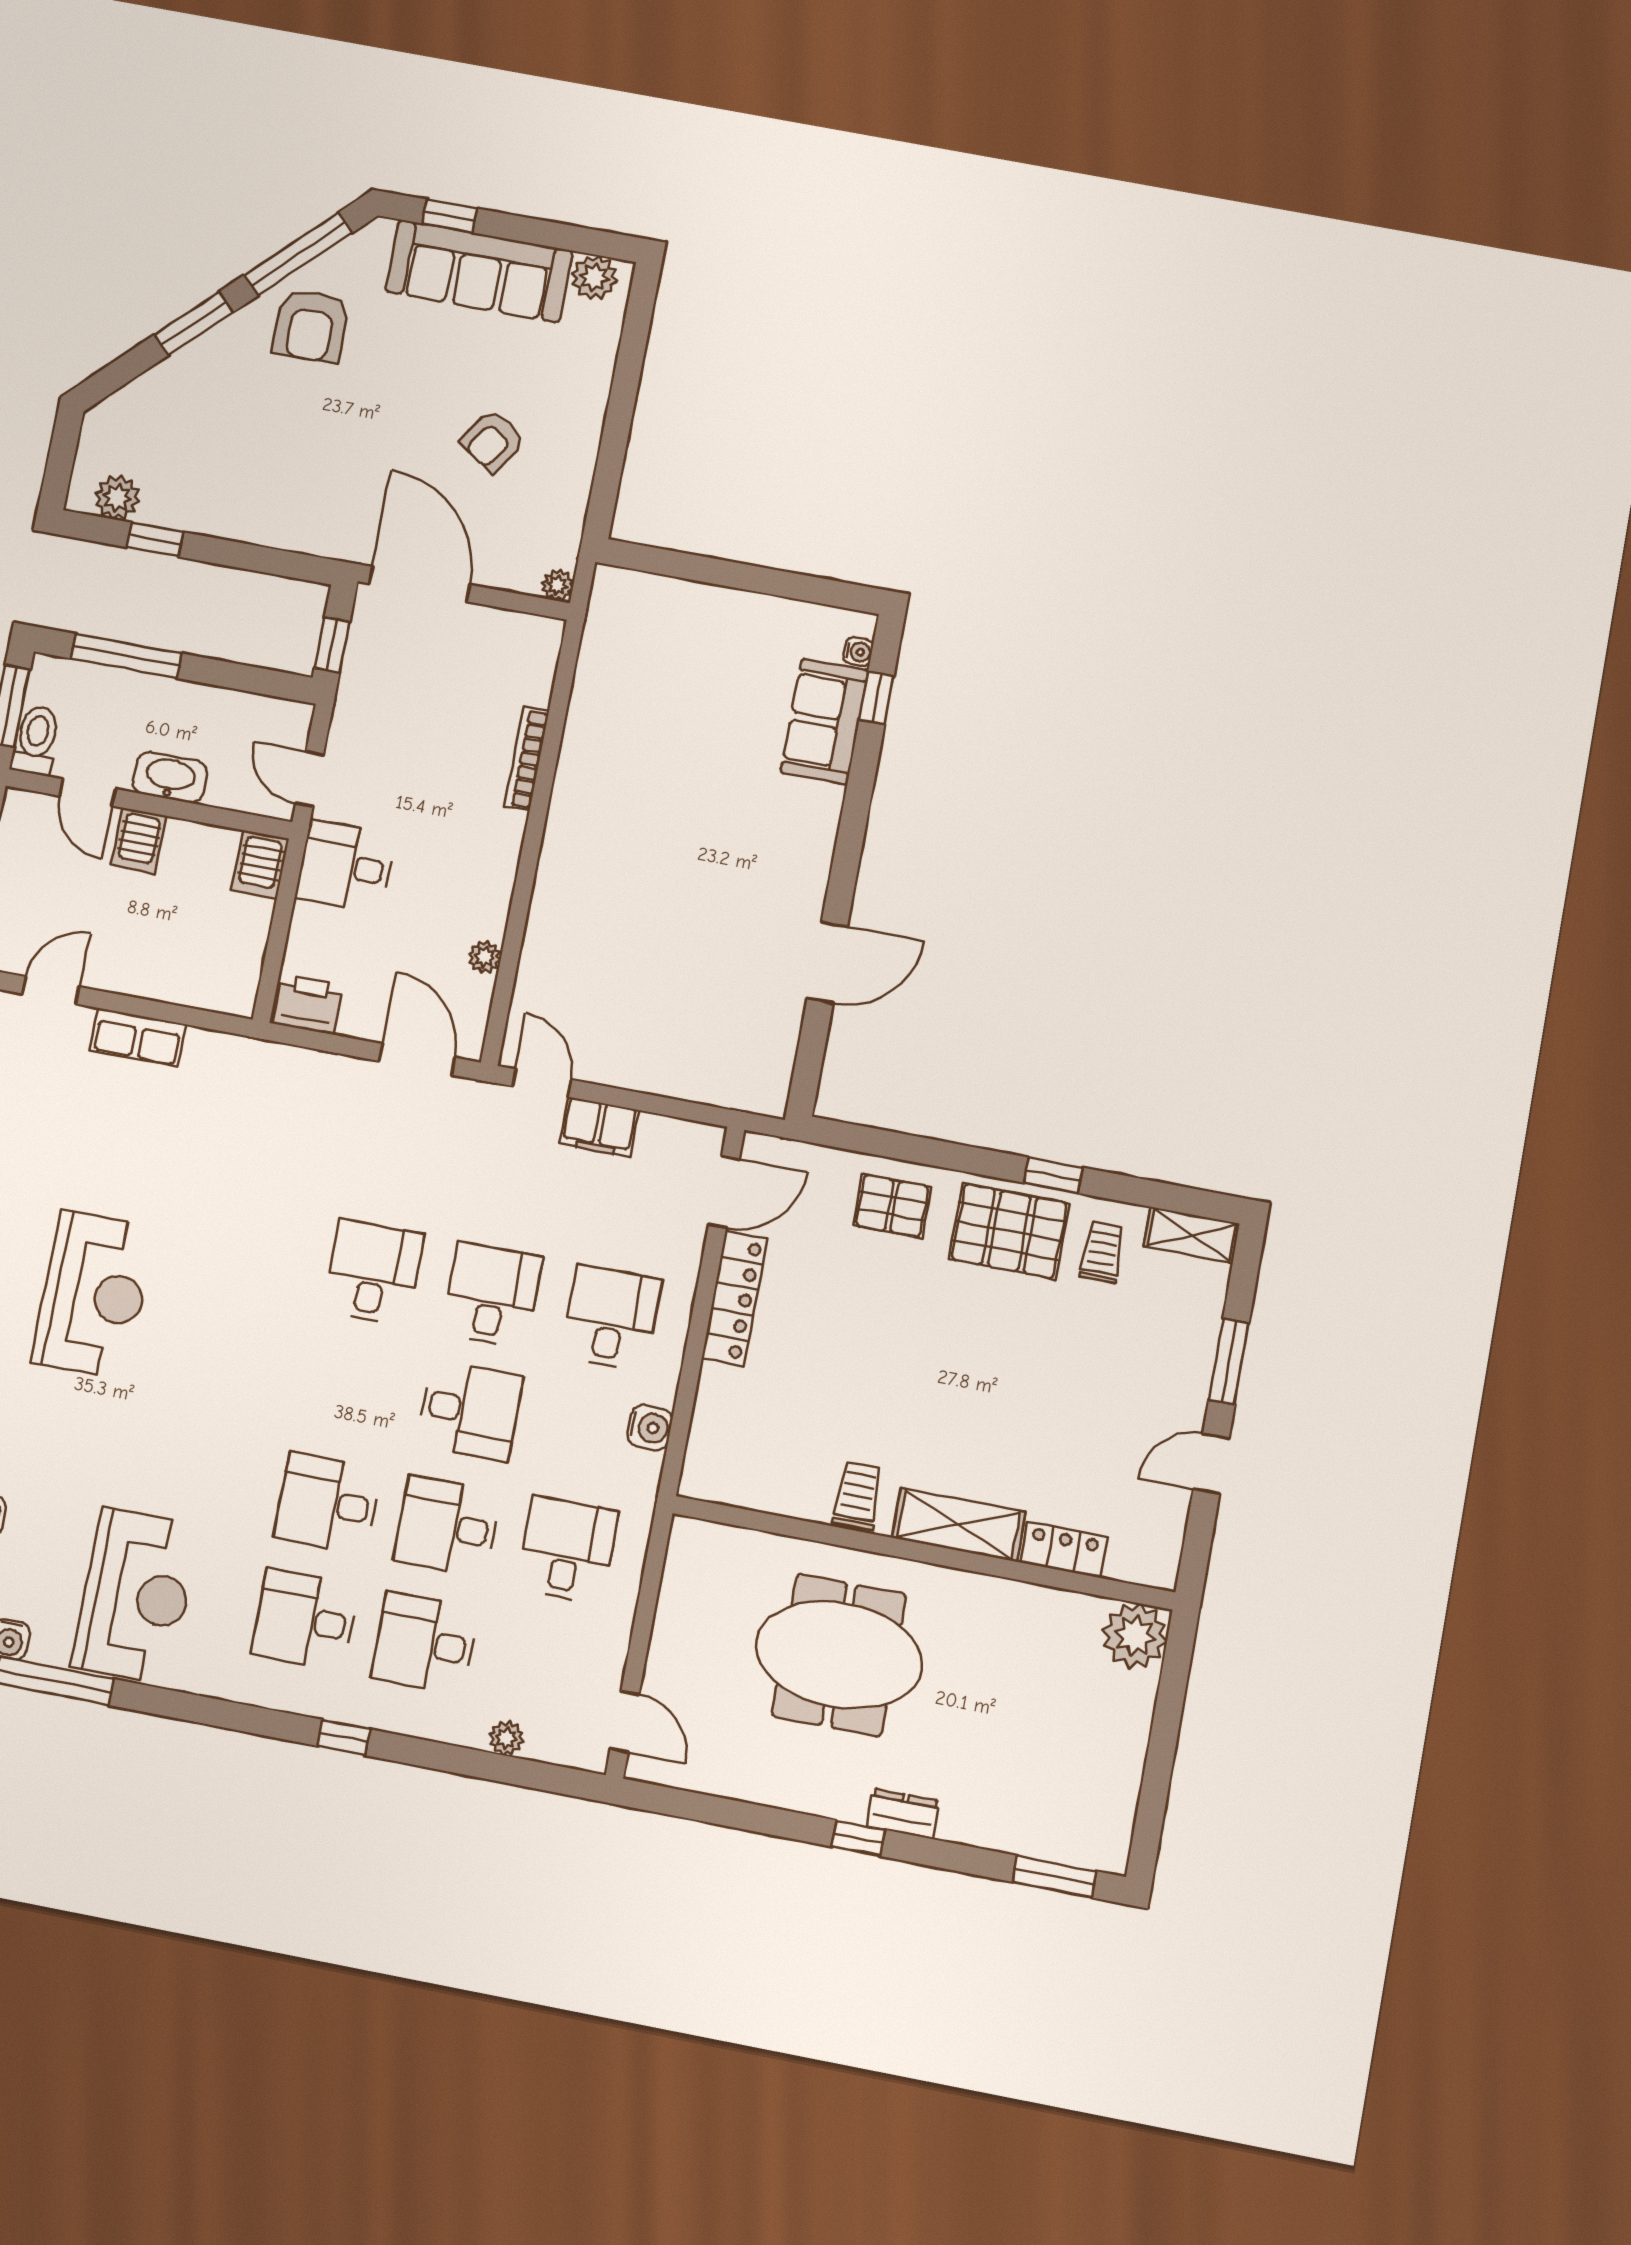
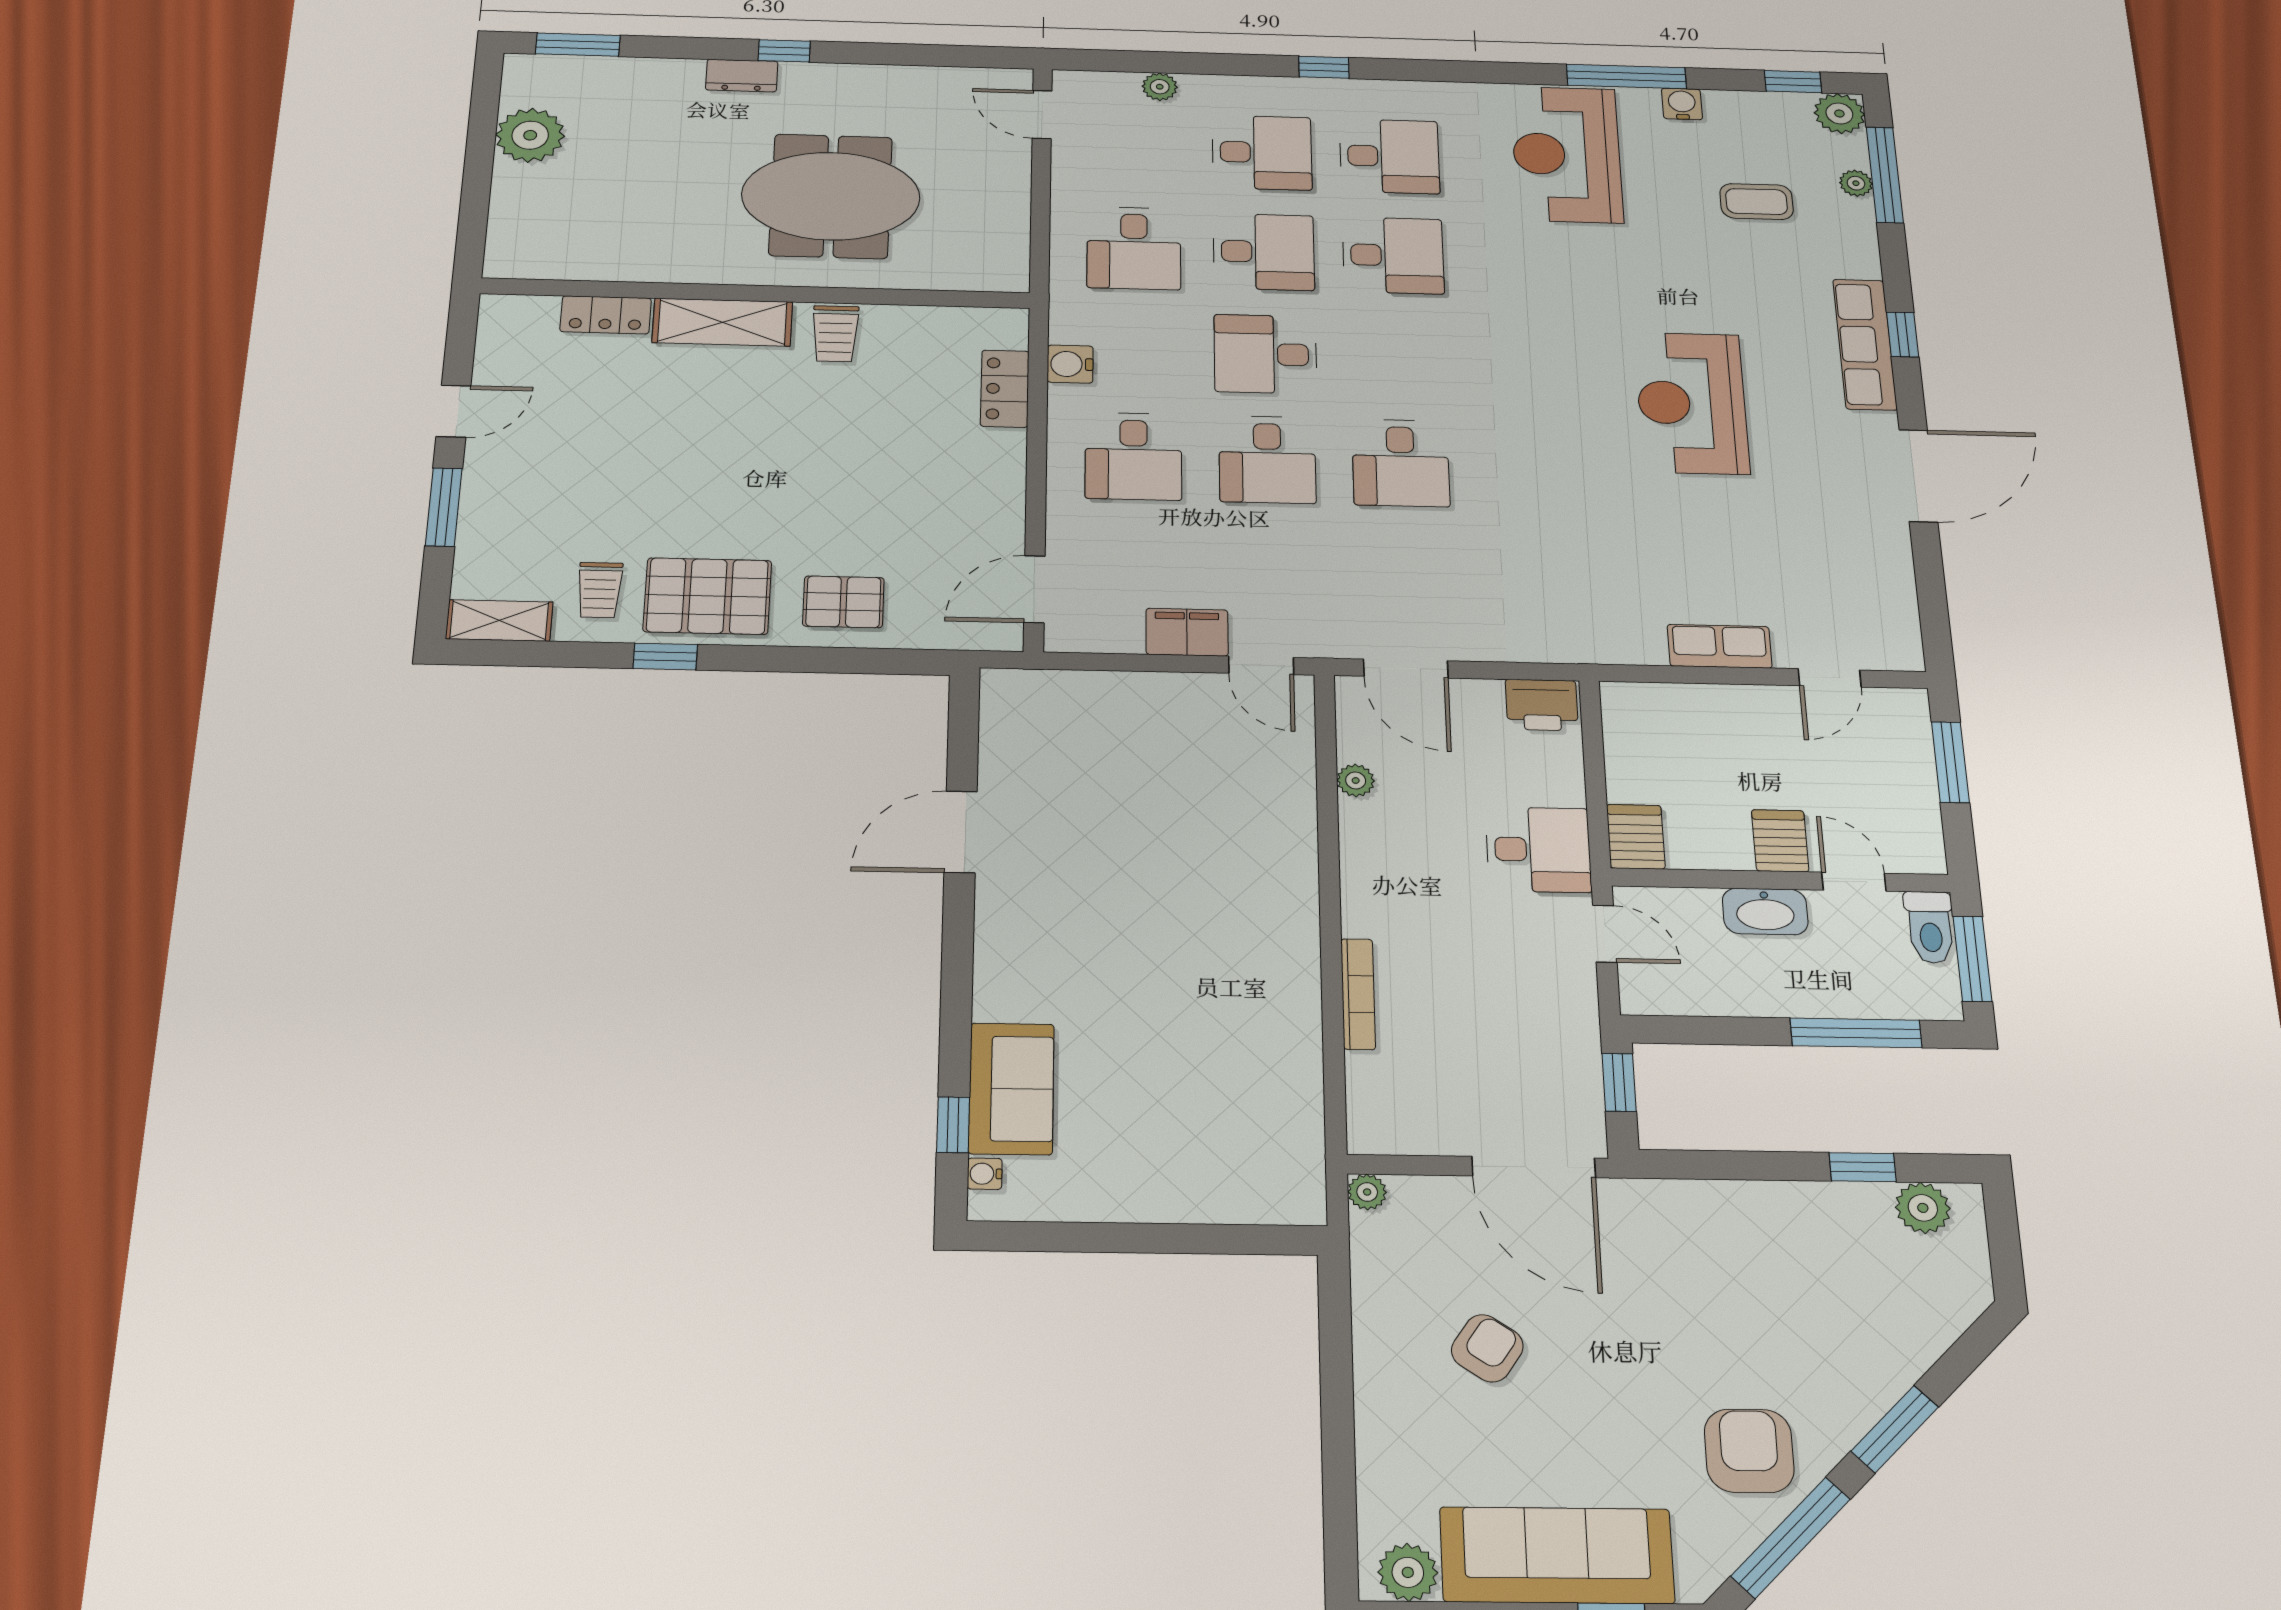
locker: (735, 1299) -> (1005, 389), moved, width x0.66
plant: (1135, 1636) -> (530, 135), moved

